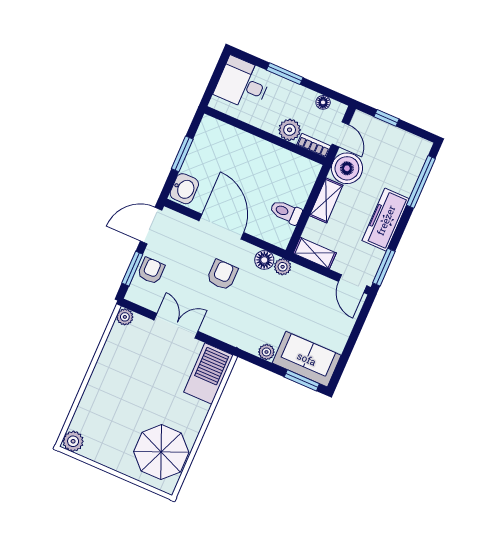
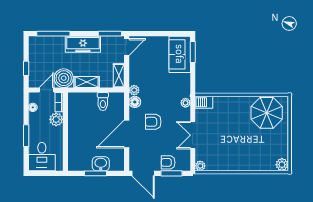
washbasin: (184, 189) -> (101, 164), moved
plant: (266, 352) -> (185, 103), moved
barbecue: (208, 374) -> (204, 102), width x0.53, depth x0.65

